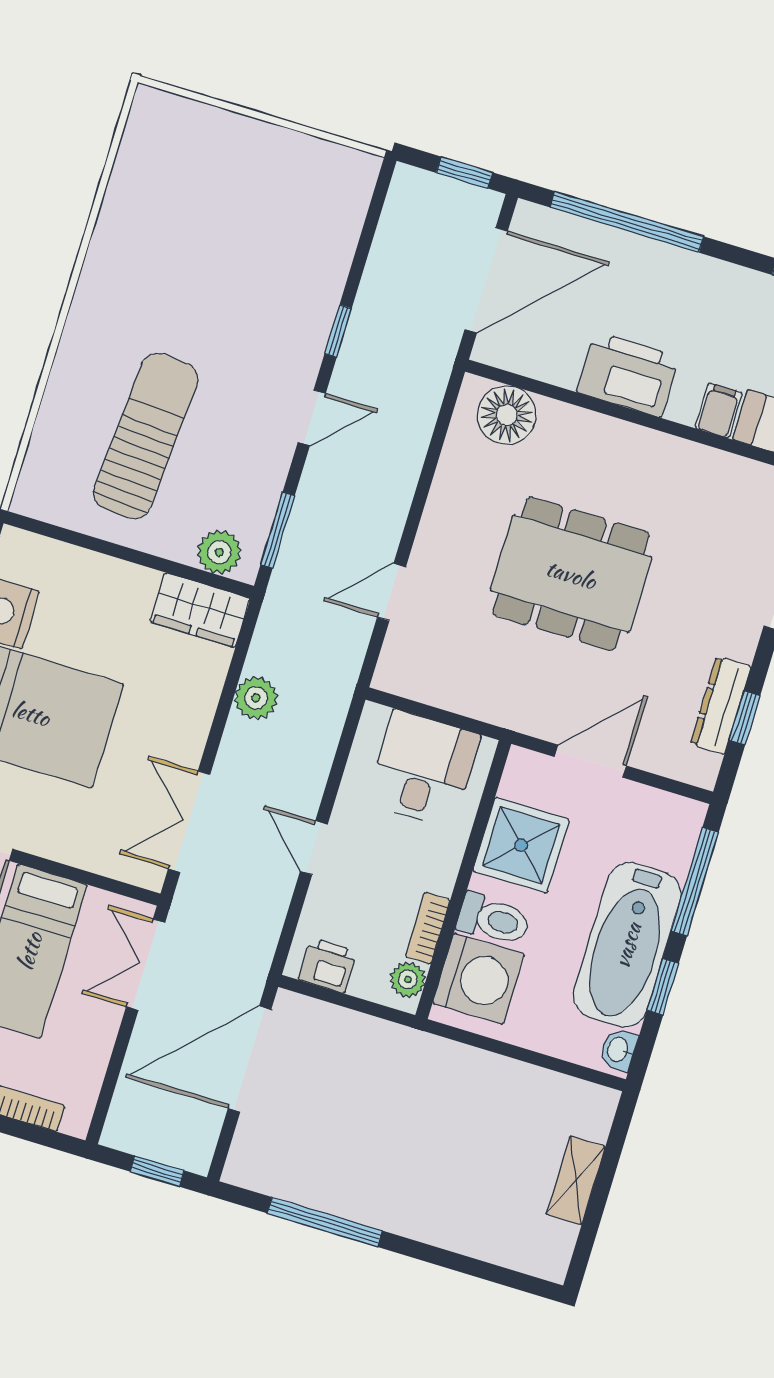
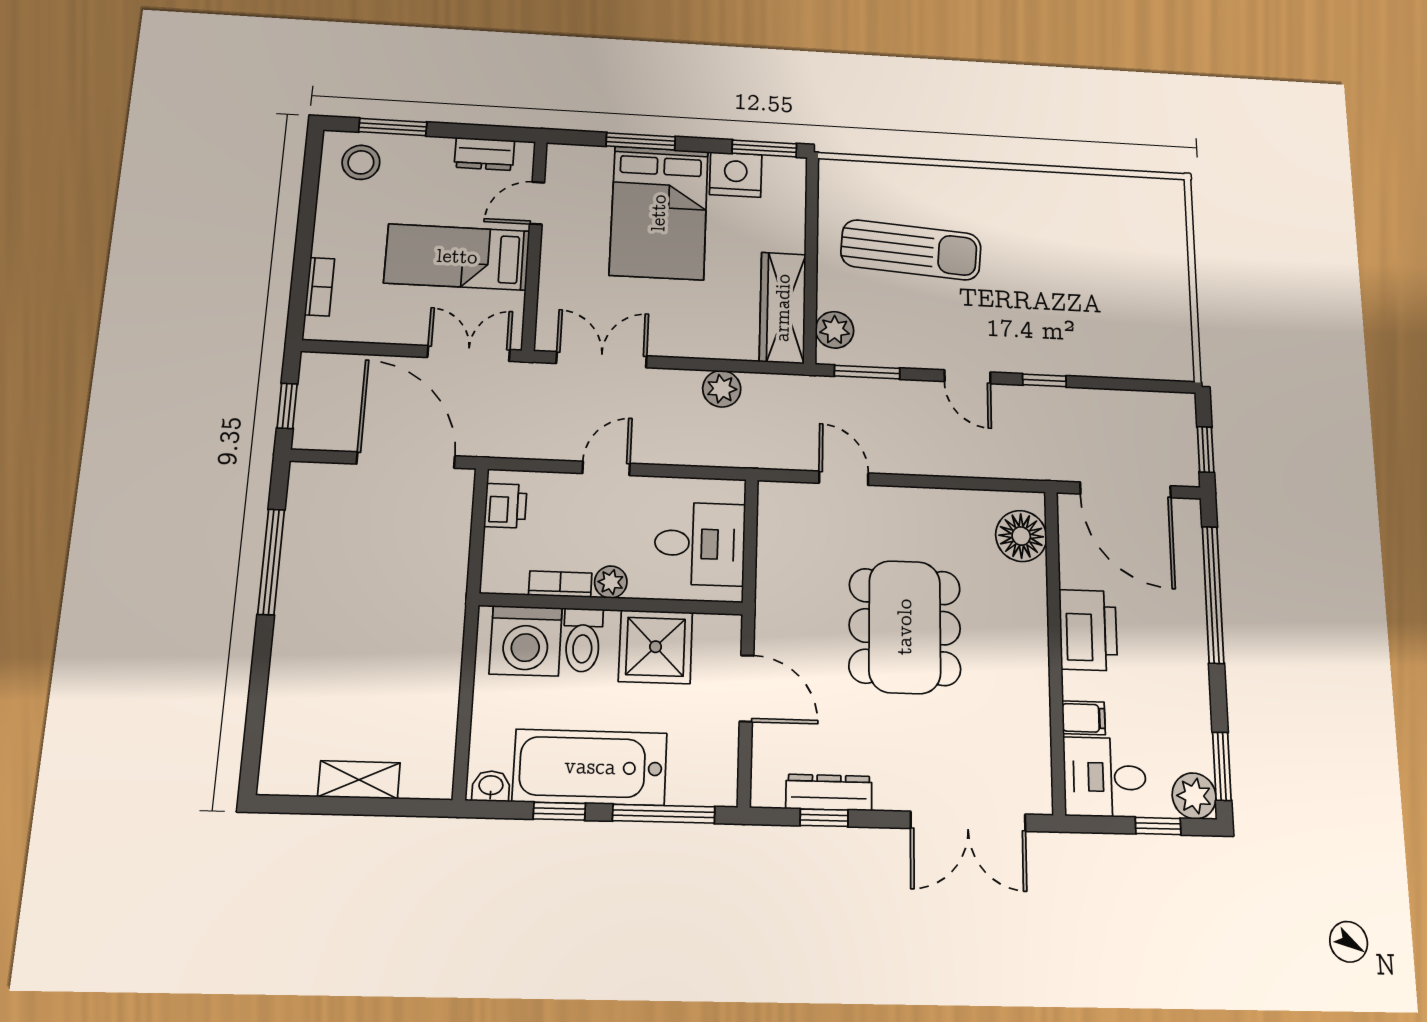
wardrobe: (200, 610) -> (783, 308), width x1.50
plant: (408, 979) -> (611, 582), moved

